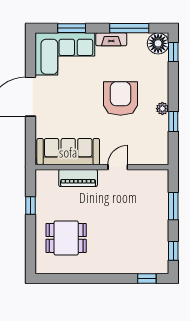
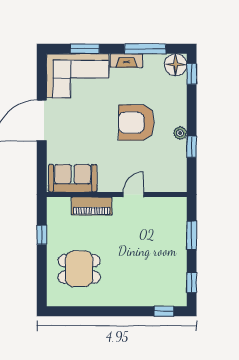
armchair: (120, 99) -> (136, 123), turned -90
sofa: (68, 152) -> (73, 178), width x0.73

